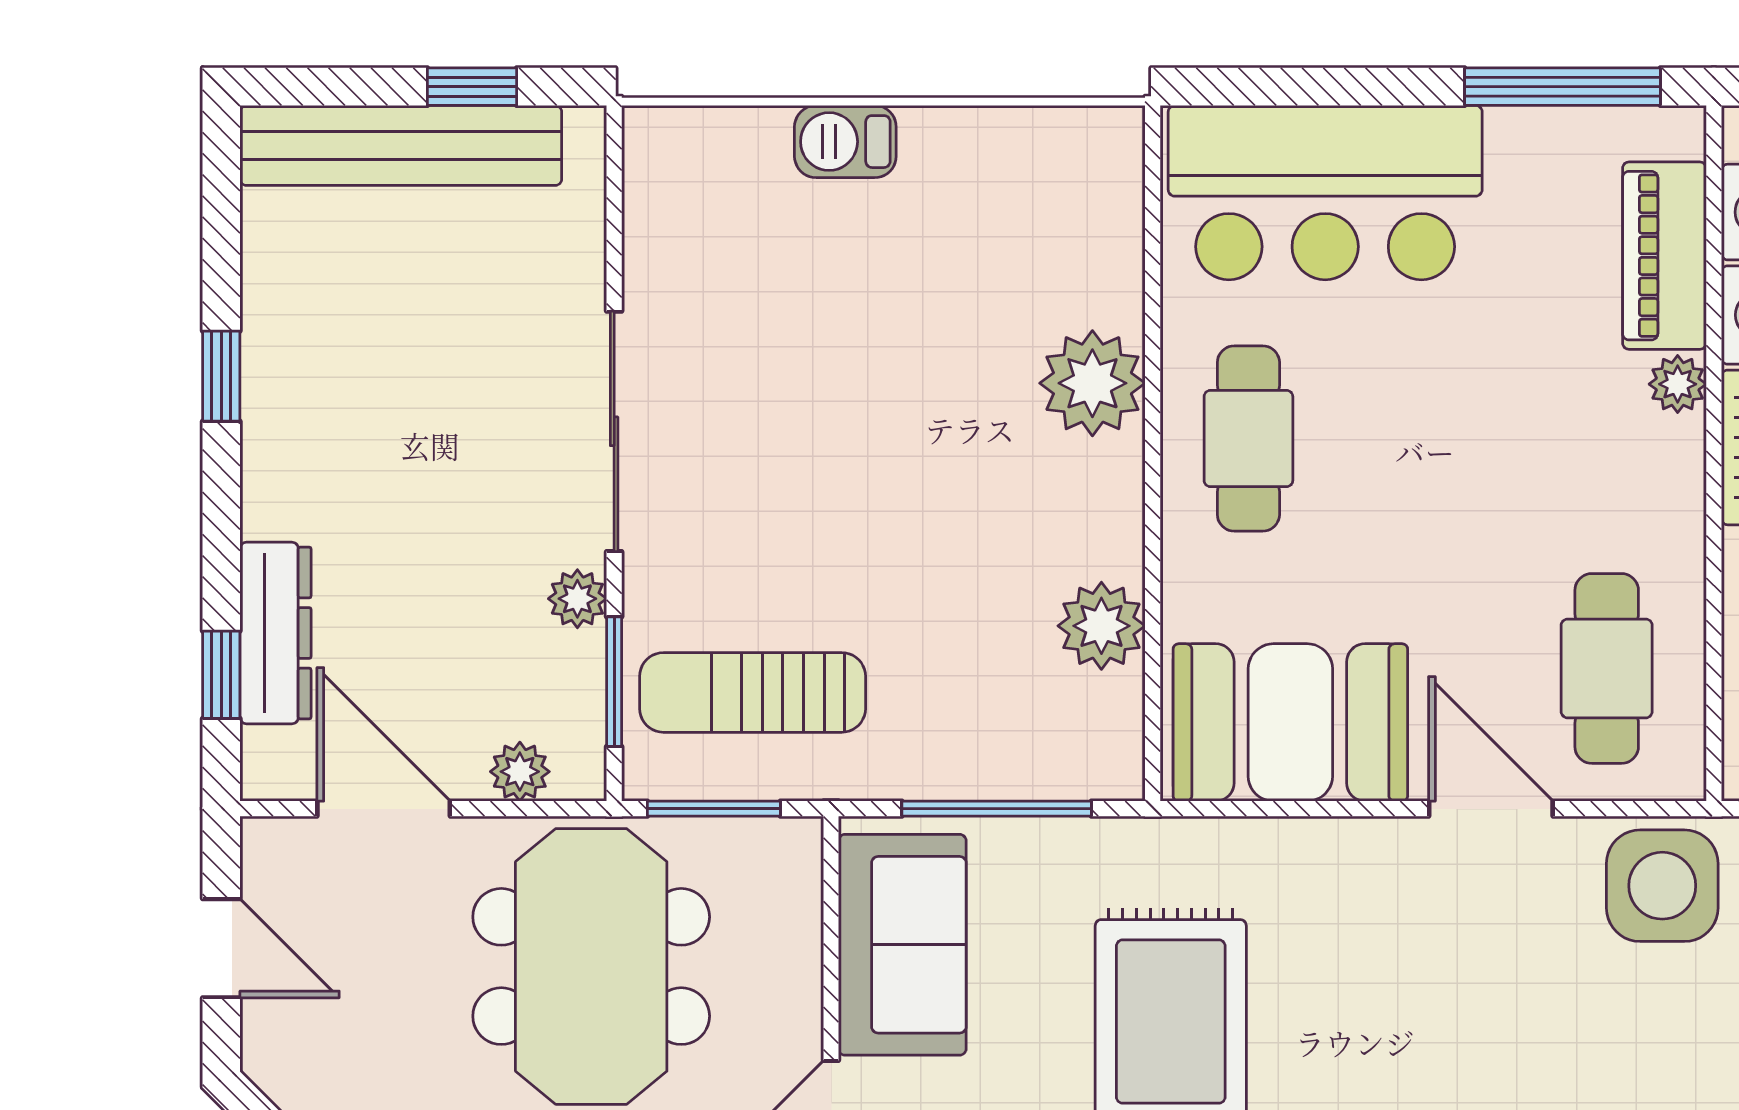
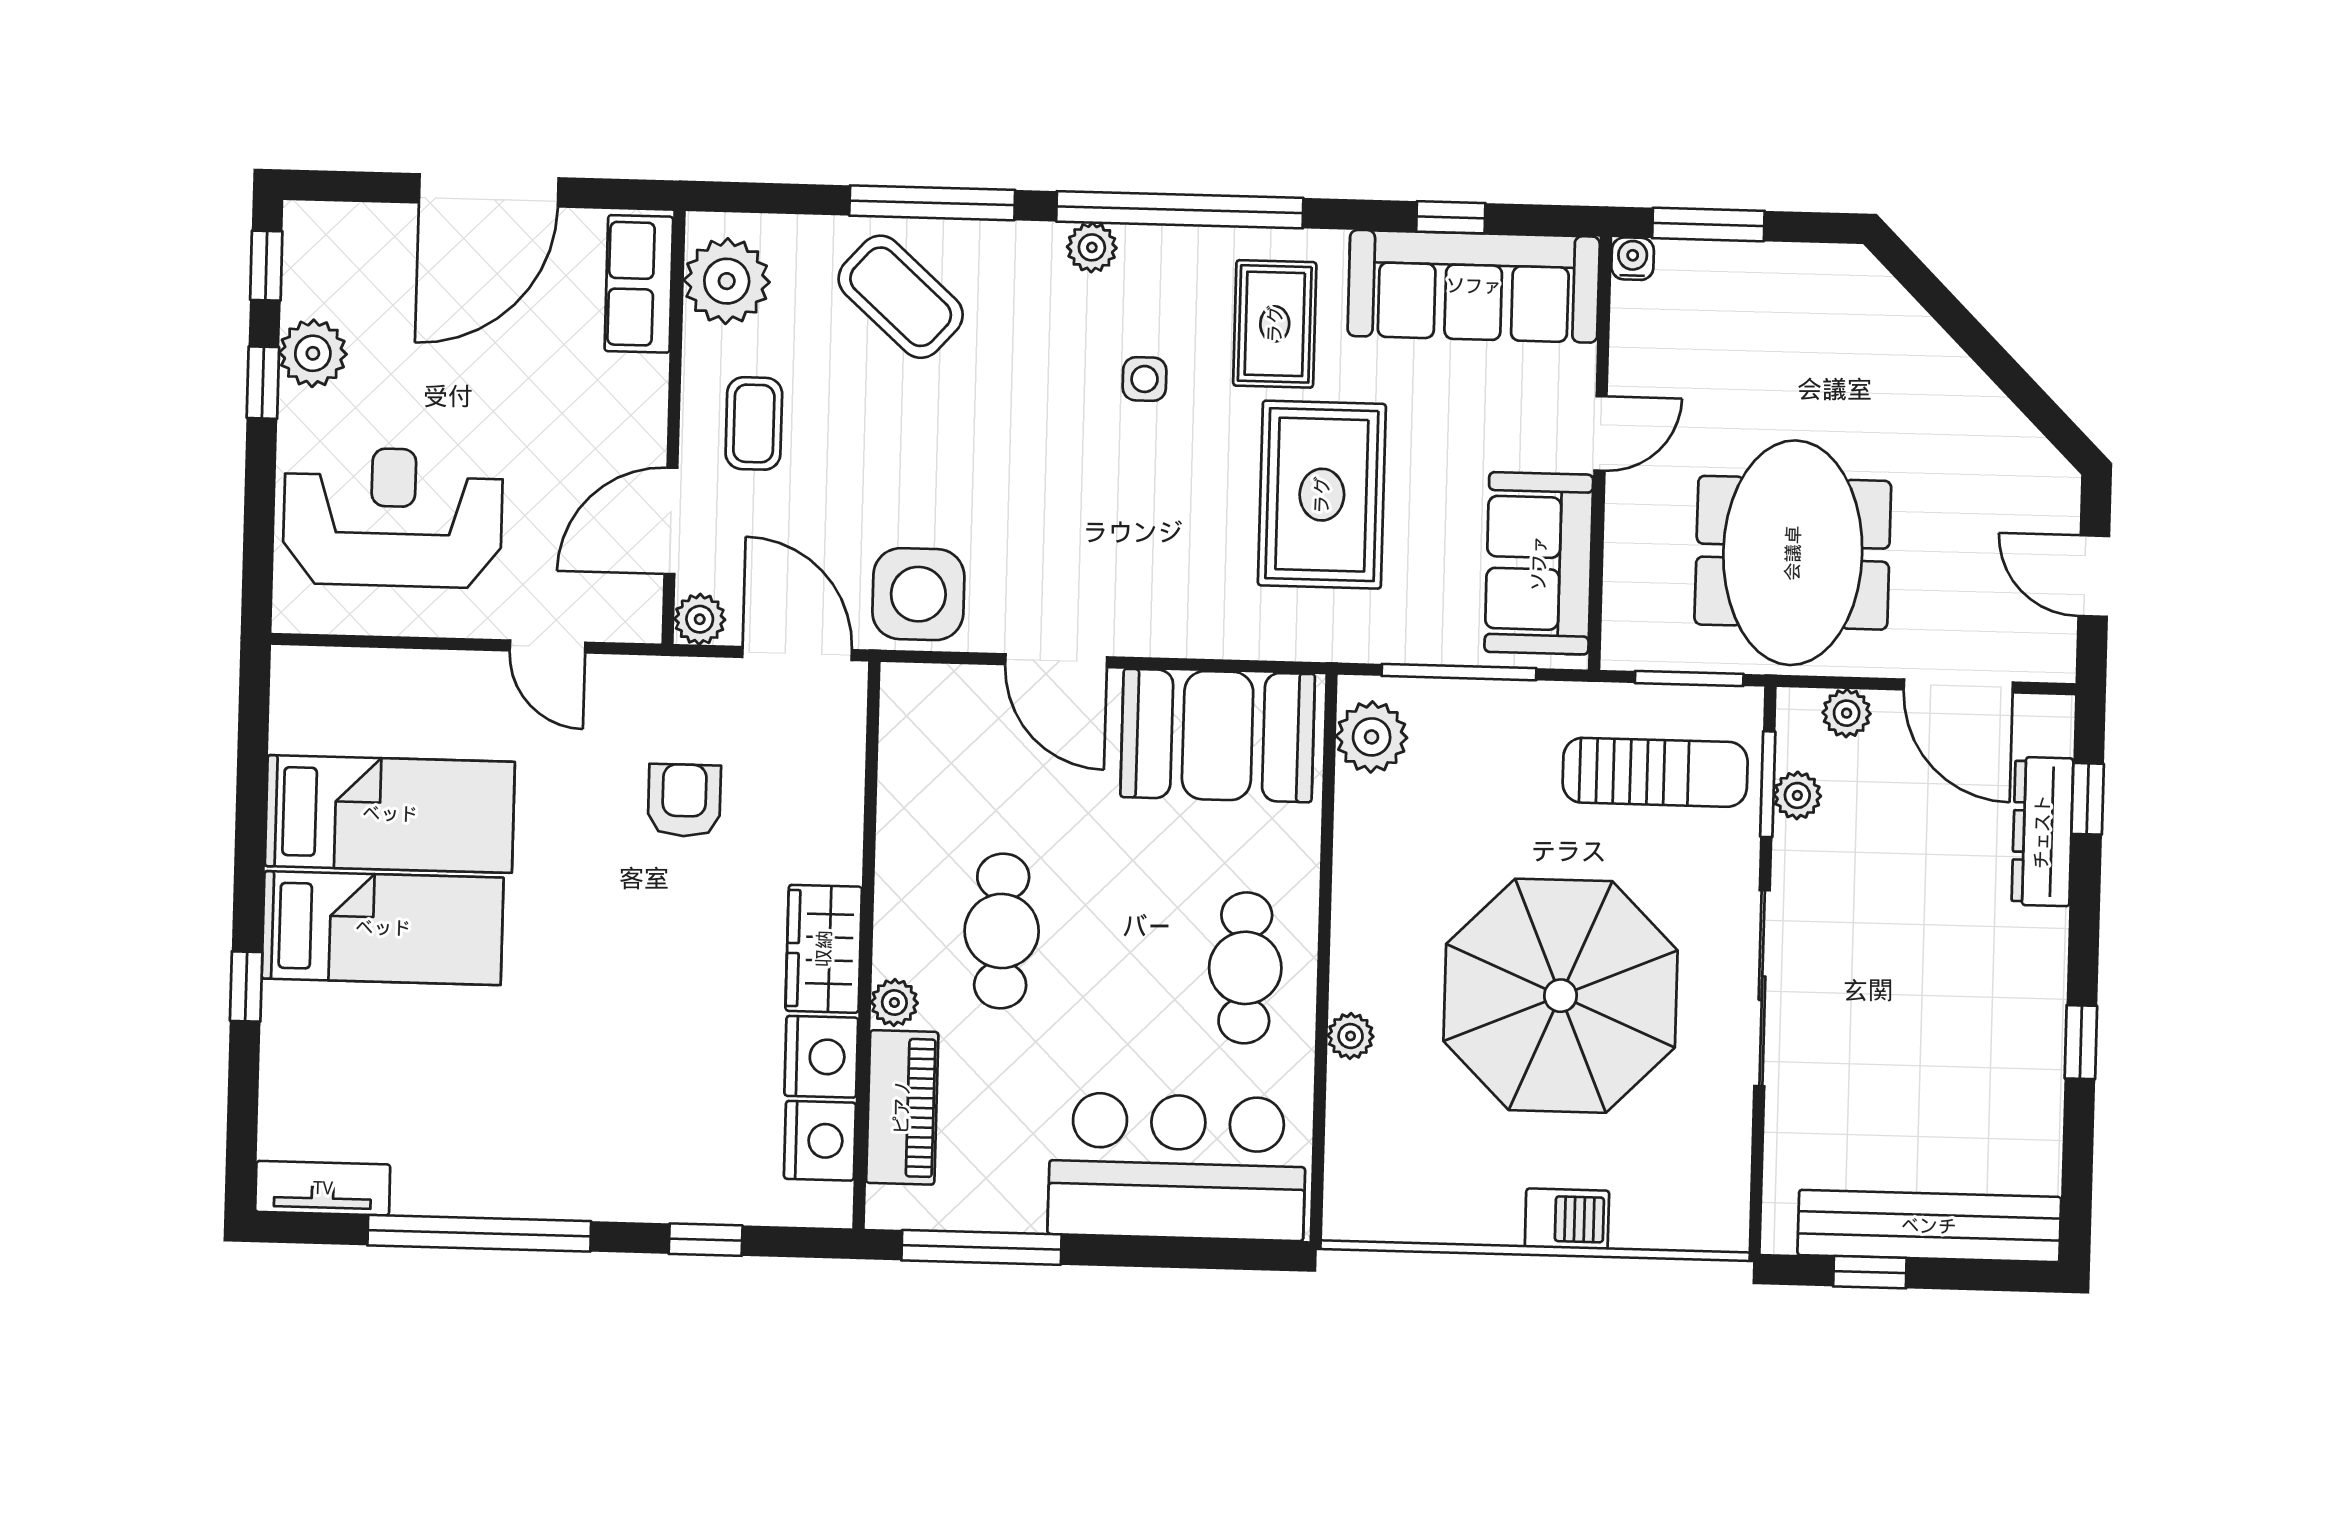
plant: (1092, 383) -> (1351, 1036), width x0.53, depth x0.53
parasol: (861, 415) -> (1561, 996), added
plant: (577, 599) -> (1797, 795), moved
plant: (1101, 626) -> (1372, 737), moved
cafe table: (1607, 668) -> (1002, 931), moved

